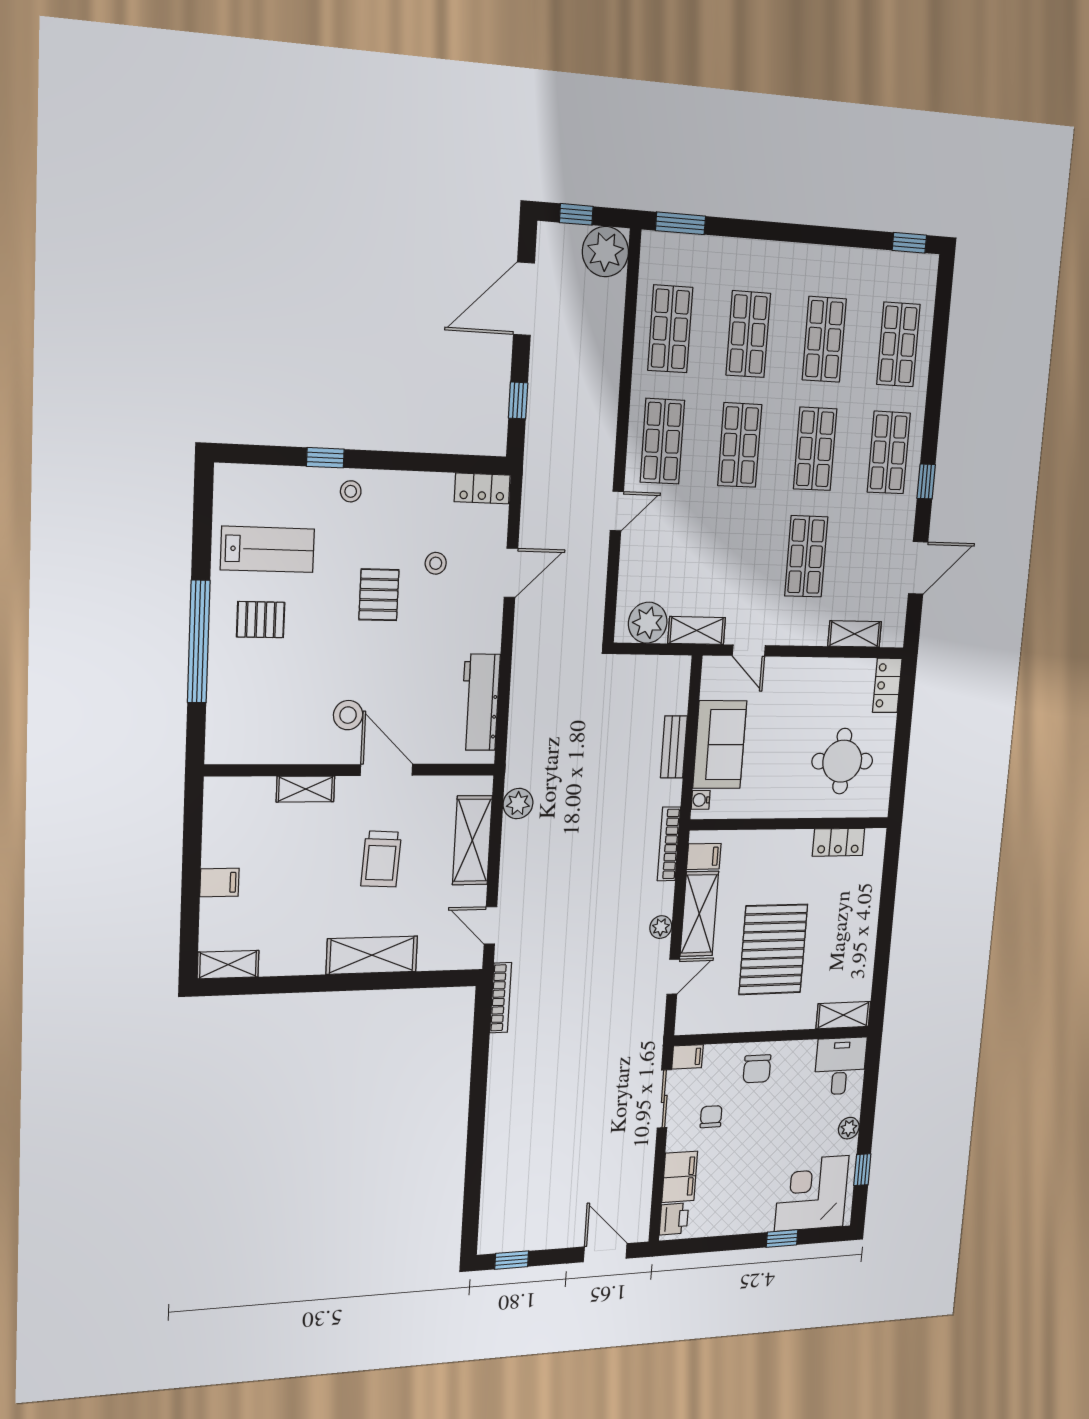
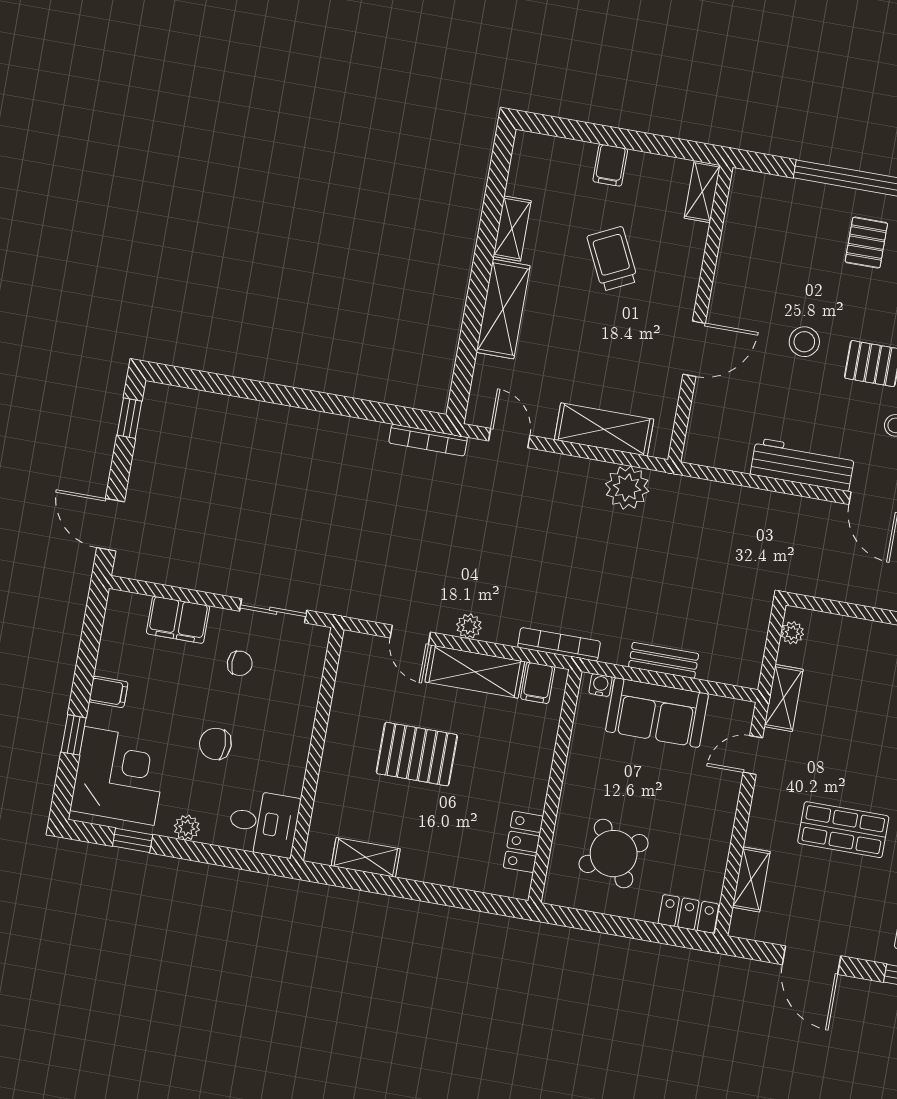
plant: (648, 623) -> (792, 633), width x0.53, depth x0.53
workbench: (480, 702) -> (802, 465), moved
stool: (348, 715) -> (804, 342), moved
round table: (842, 761) -> (614, 854), turned -32
shelving: (305, 789) -> (702, 192), moved
plant: (518, 804) -> (627, 488), width x1.36, depth x1.36
trolley: (381, 859) -> (612, 259), moved, turned 61
door: (490, 925) -> (509, 438), hinge flipped
pallet: (773, 949) -> (417, 754), width x0.73, depth x0.71
shelving: (228, 965) -> (512, 229), moved
shelving: (843, 1015) -> (366, 857), moved, turned 90
filing cabinet: (687, 1057) -> (108, 692), moved, turned -90
chair: (757, 1069) -> (215, 744), moved
printer: (674, 1219) -> (130, 608), removed
door: (605, 1253) -> (111, 525), swing flipped

